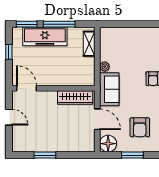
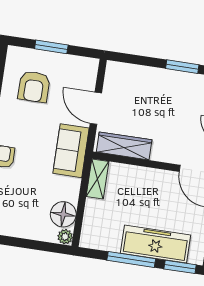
shelving: (89, 44) -> (98, 179), moved
plant: (105, 67) -> (65, 237), moved
armchair: (140, 127) -> (34, 87), turned 180
floor lamp: (108, 144) -> (63, 214), moved

